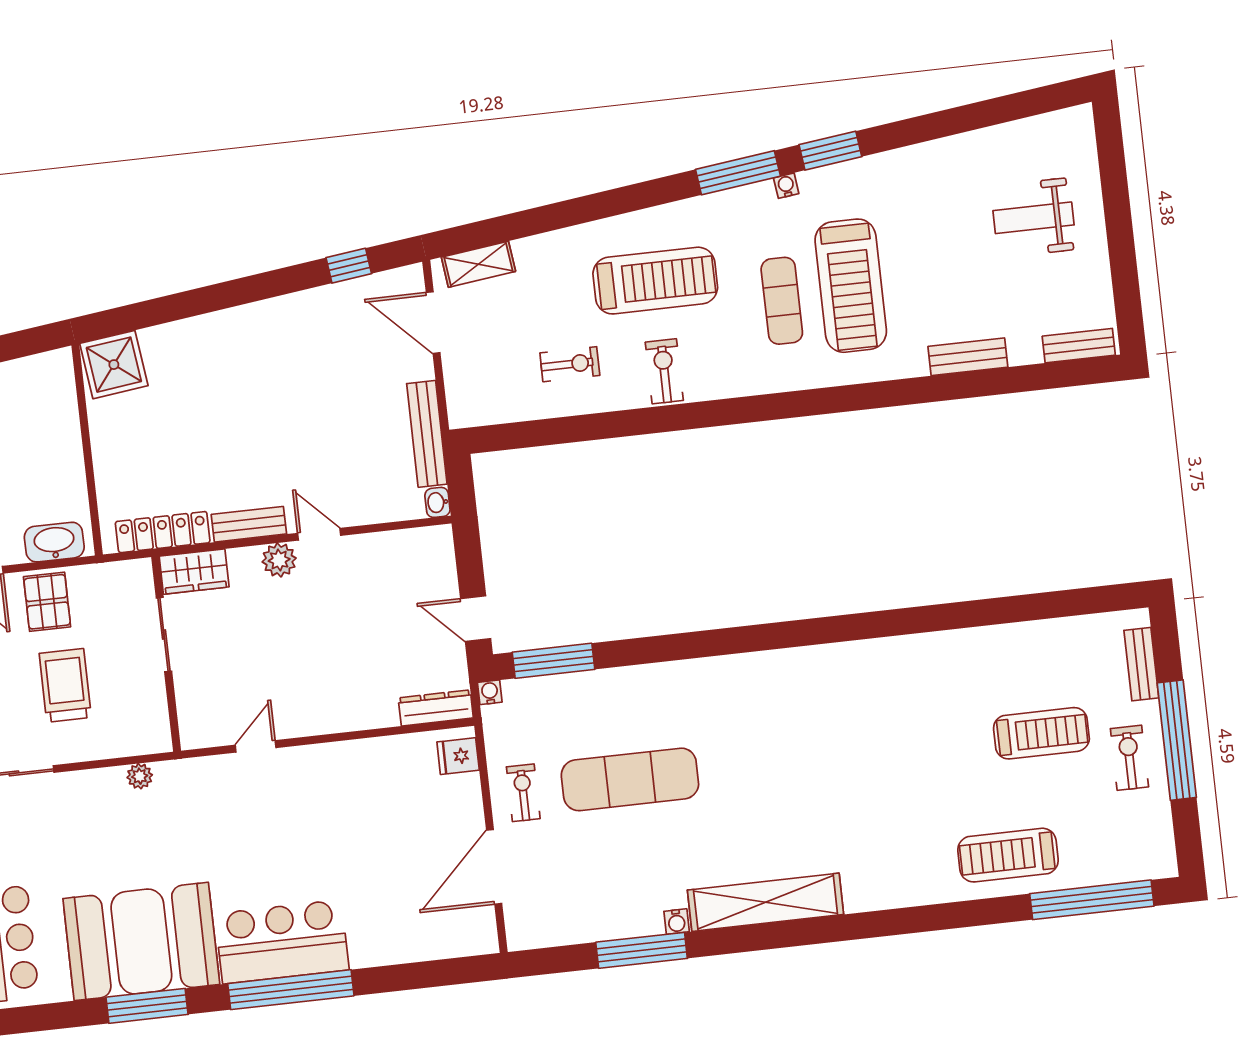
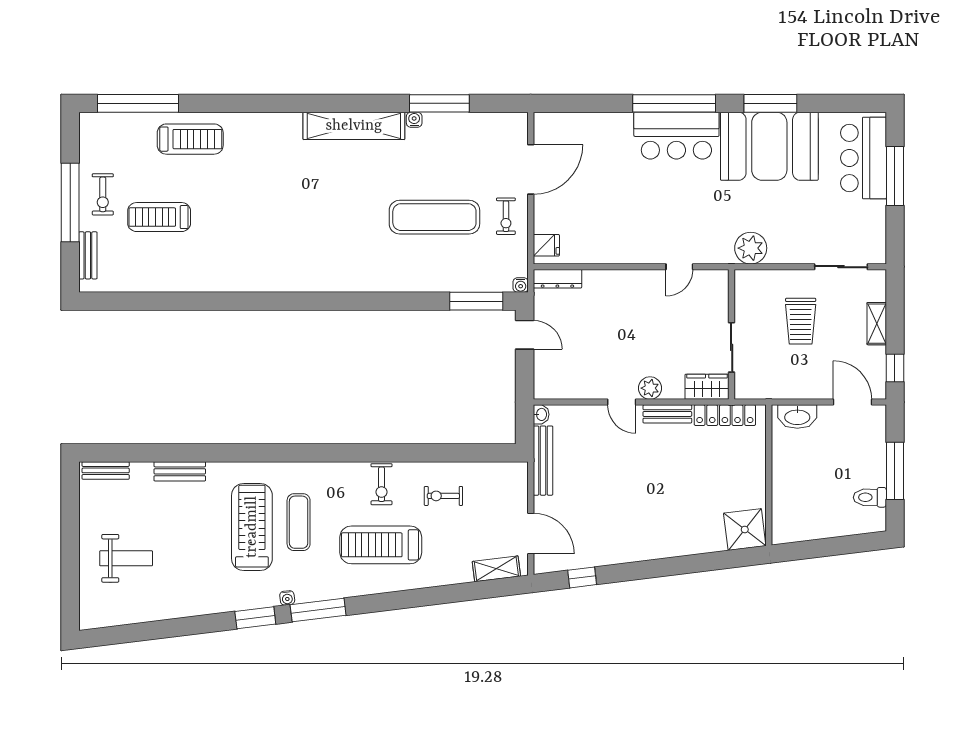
pallet: (47, 602) -> (806, 378), removed
plant: (140, 776) -> (751, 248), width x1.88, depth x1.88

